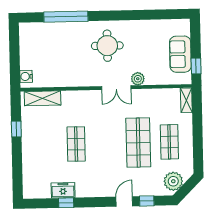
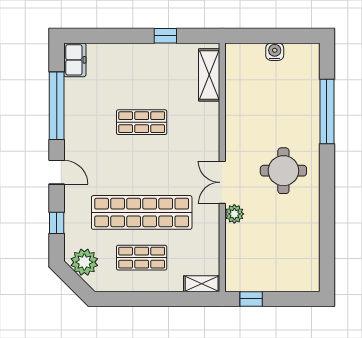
sofa: (180, 54) -> (269, 276), removed
water cooler: (26, 76) -> (275, 52), moved
shop shelf: (138, 143) -> (142, 212), width x1.40
freezer: (63, 190) -> (75, 60), moved
door: (124, 201) -> (57, 172), moved
window: (66, 203) -> (57, 106), width x3.17

